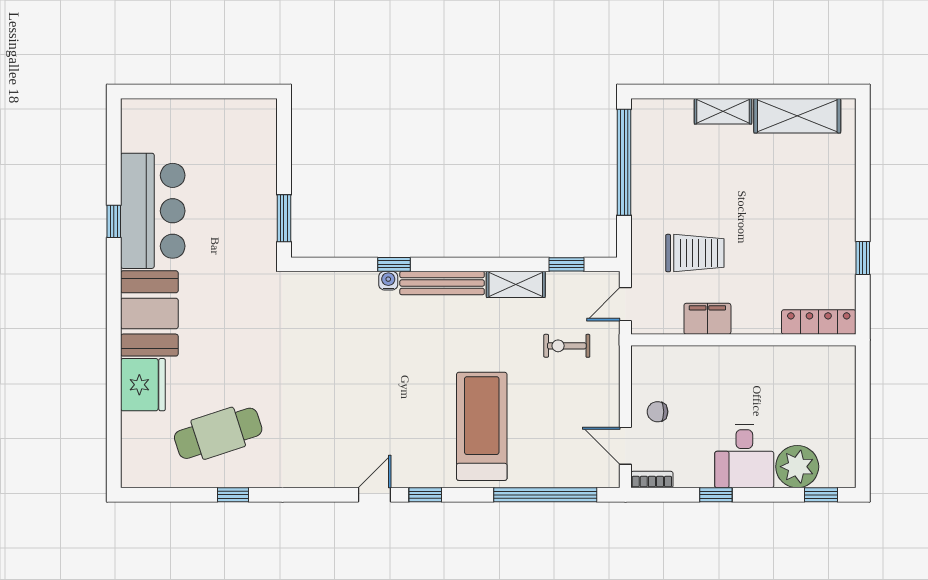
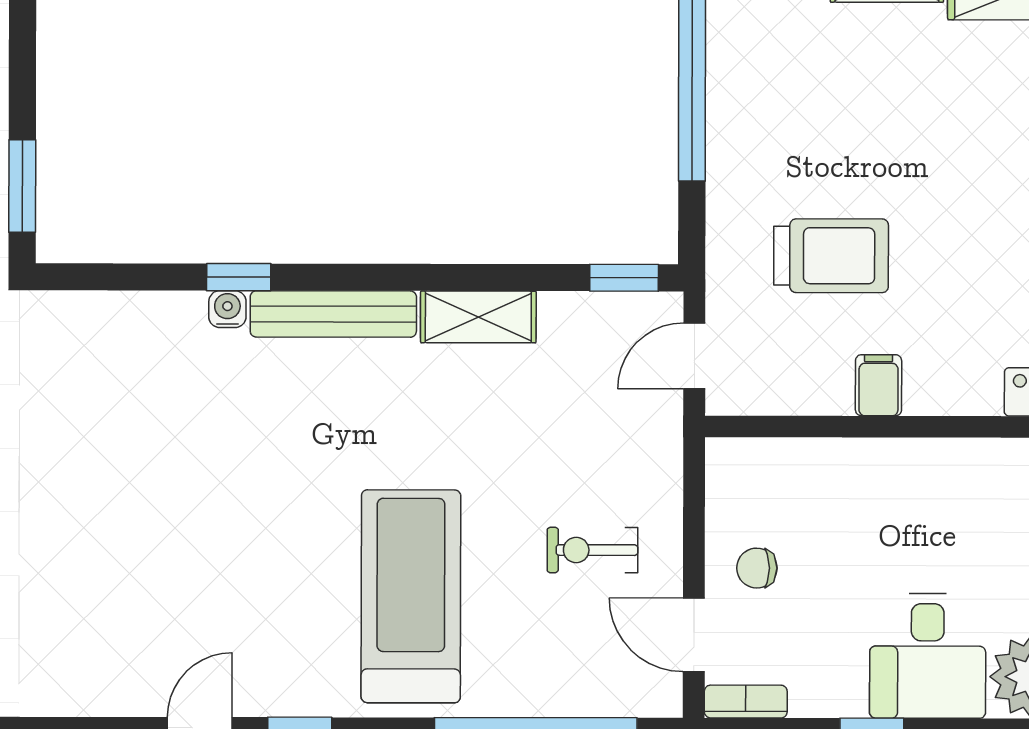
window: (566, 264) -> (624, 278), moved
filing cabinet: (707, 319) -> (879, 385), width x0.50
exercise bike: (567, 346) -> (592, 550), moved

